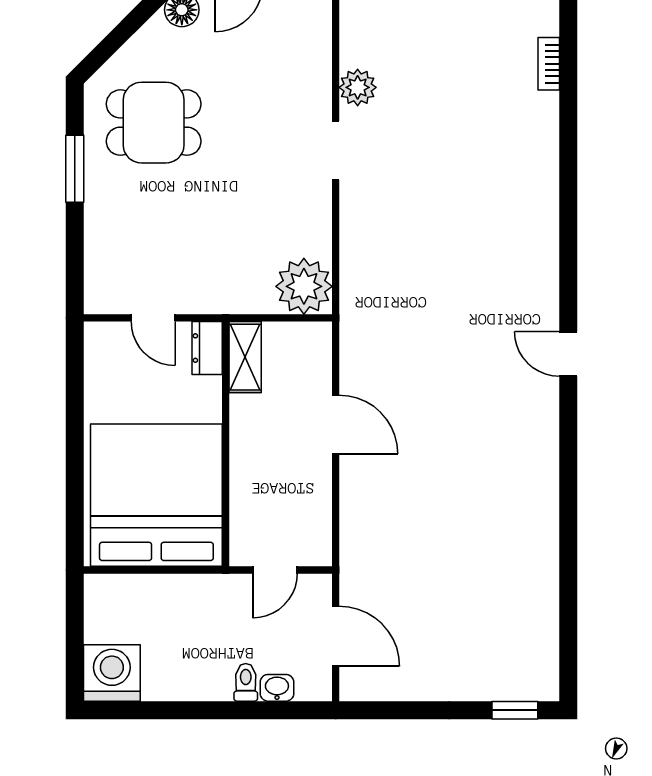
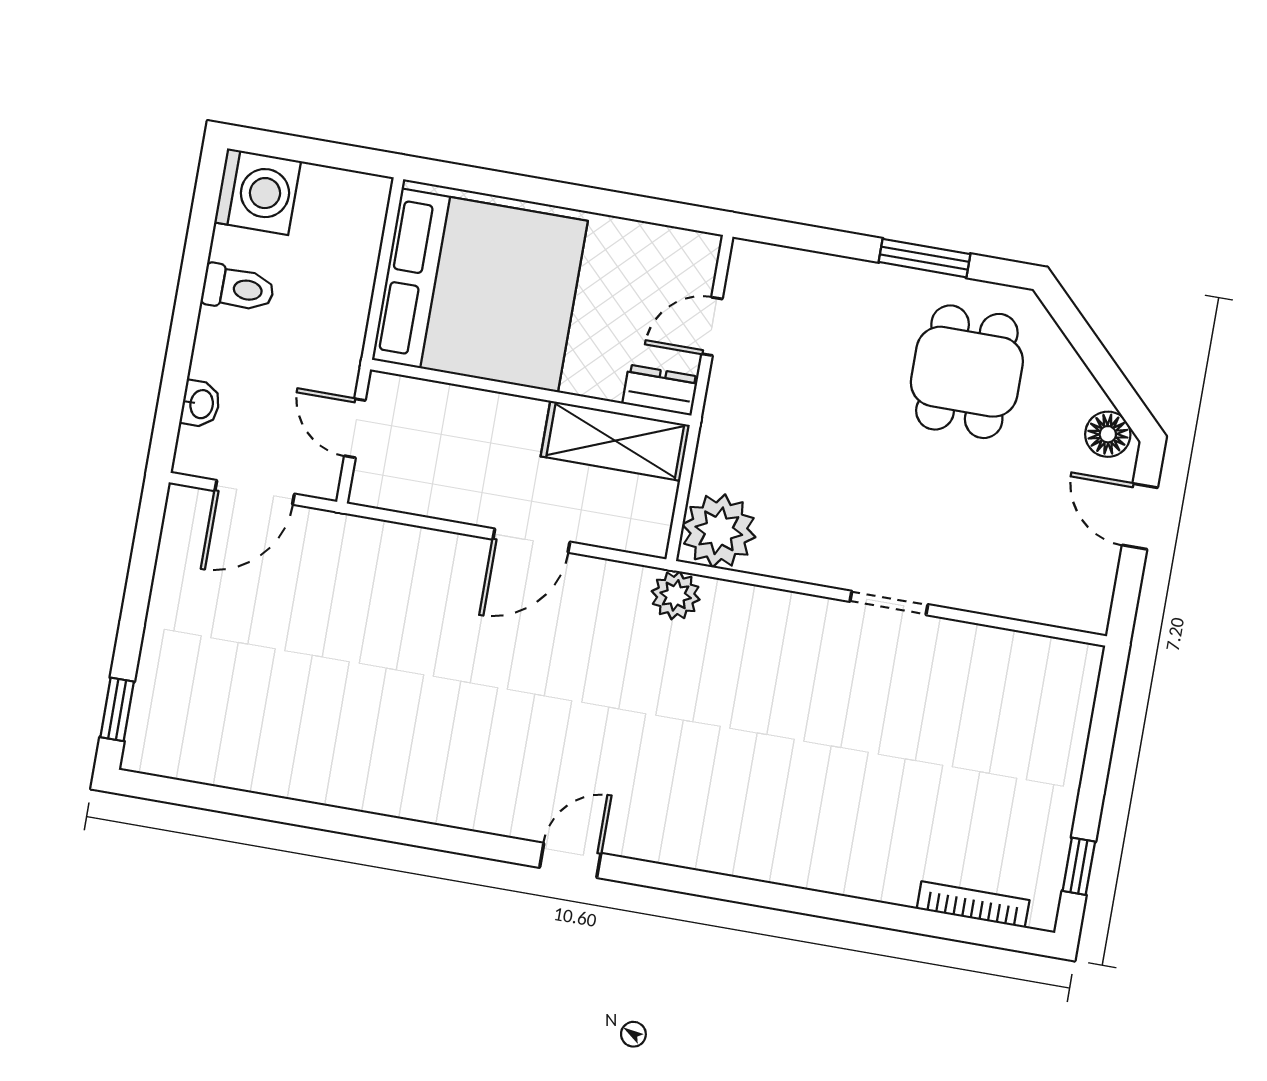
bookcase: (549, 64) -> (973, 904), width x1.56
plant: (358, 87) -> (676, 595), moved
shelving: (245, 357) -> (615, 441), width x1.50, depth x1.33
toilet: (246, 682) -> (238, 288), moved, width x1.37, depth x1.39

